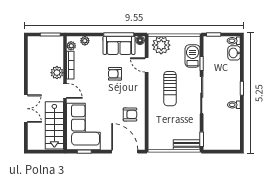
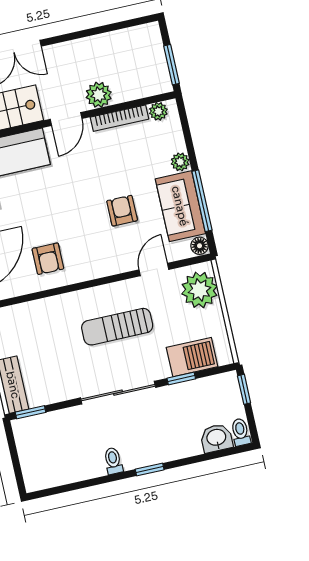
plant: (85, 41) -> (180, 162), moved

